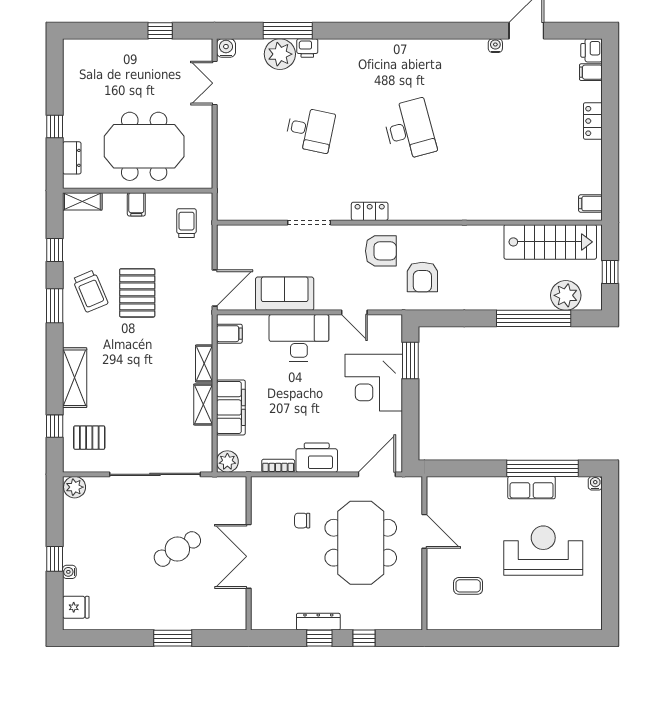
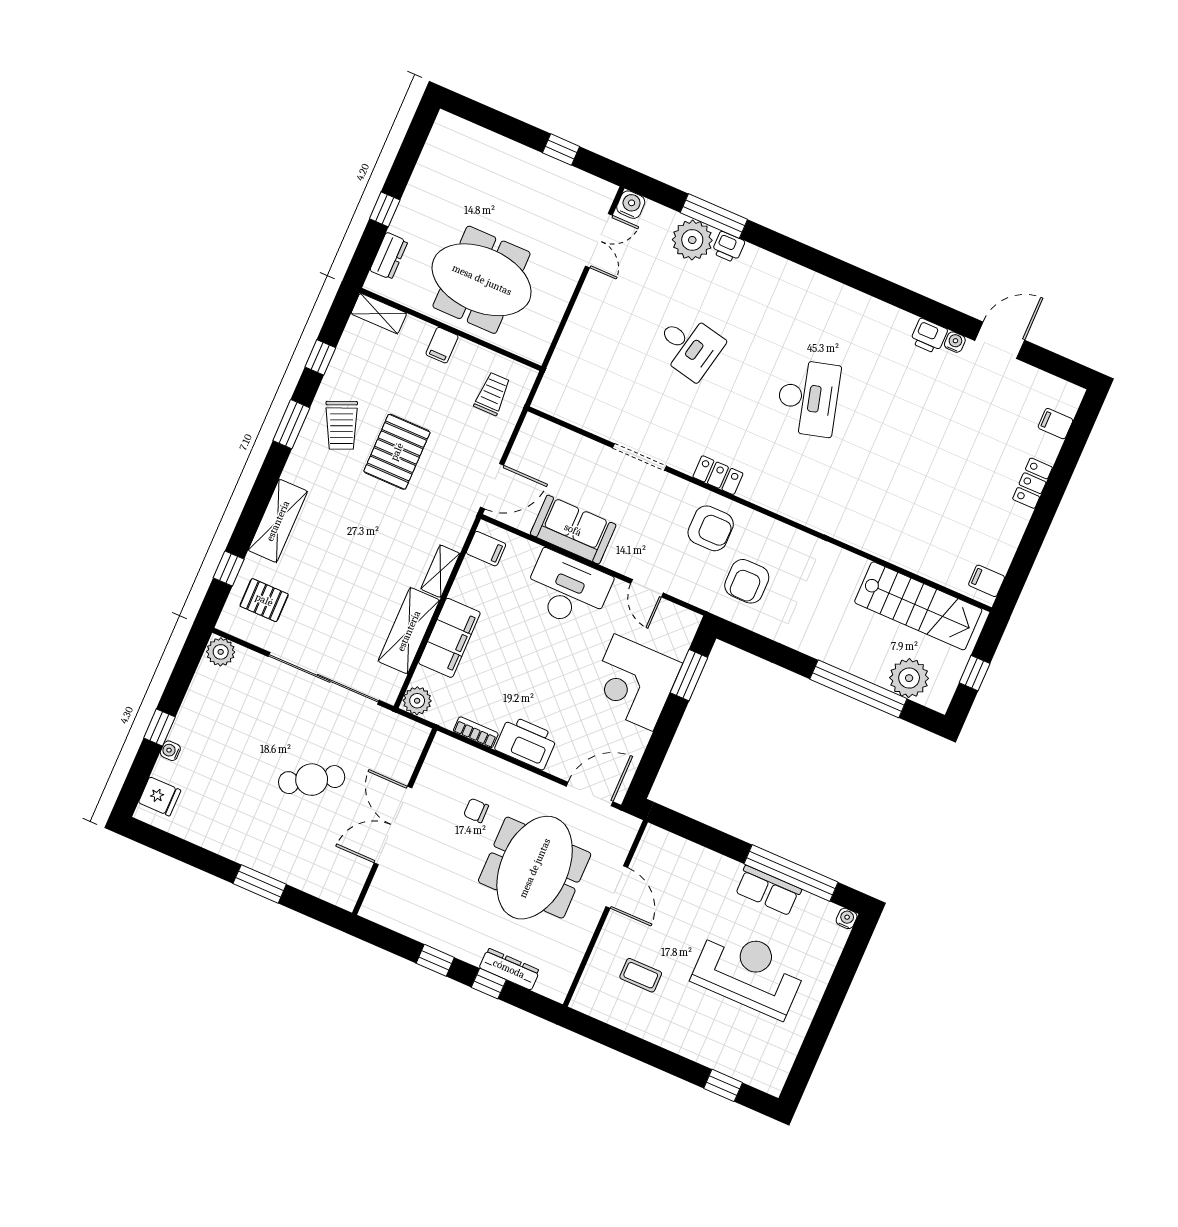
printer: (592, 50) -> (929, 336), moved, turned -90
double door: (215, 83) -> (599, 241), swing flipped
shelving: (203, 404) -> (409, 631), width x1.50, depth x1.33
dresser: (318, 622) -> (509, 969), moved
window: (560, 638) -> (723, 1085), added

